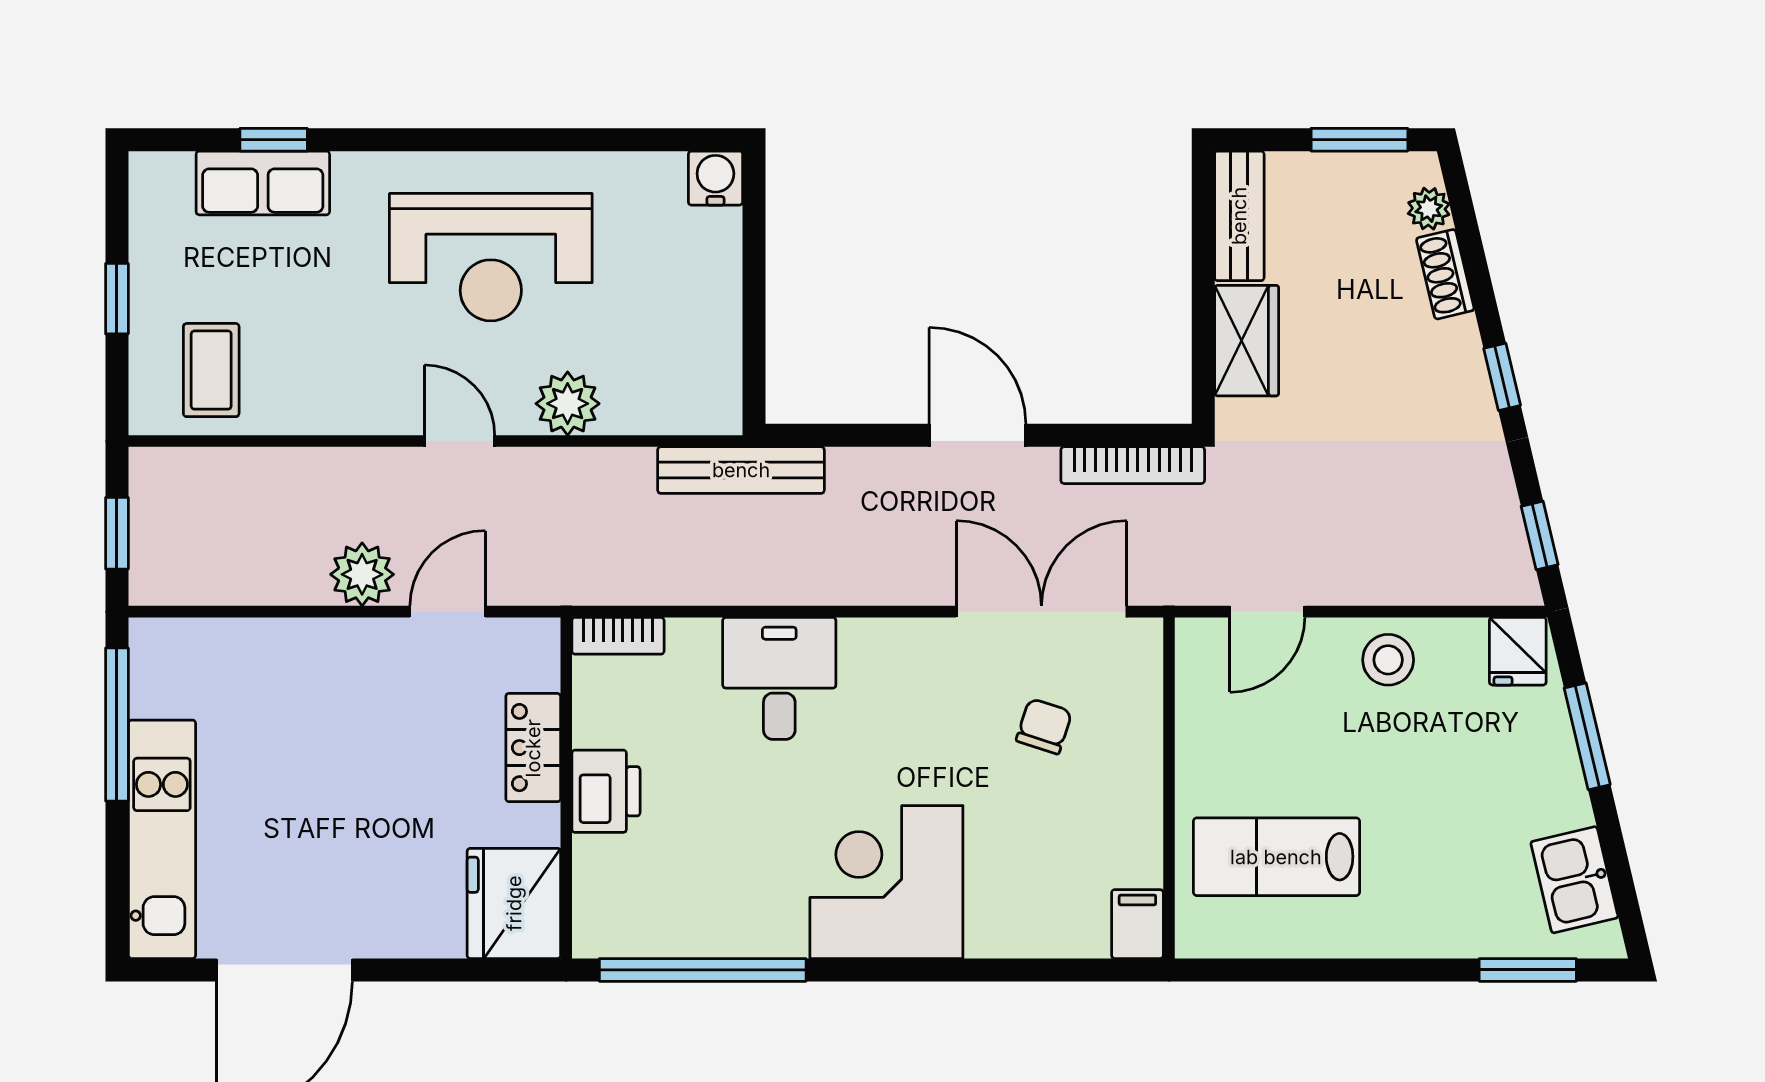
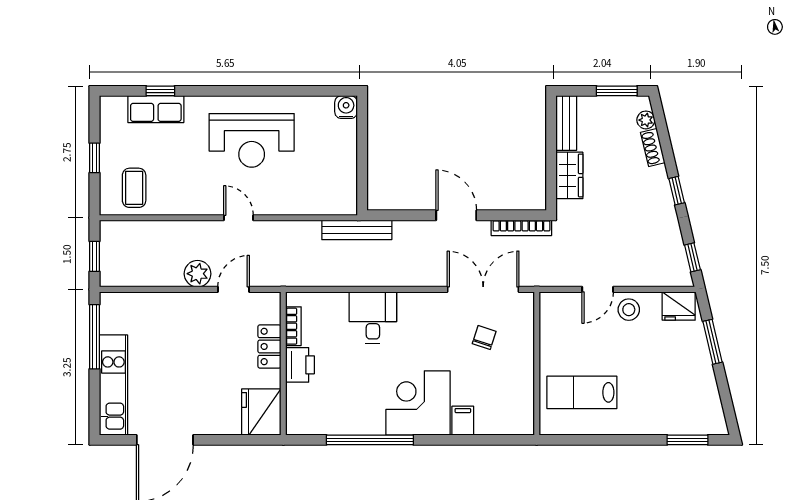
plant: (568, 404) -> (284, 202), removed
door: (1267, 612) -> (598, 289), moved
bookcase: (618, 636) -> (293, 326), moved, turned -90
fridge: (1518, 651) -> (679, 306), width x1.38
kitchen sink: (1574, 880) -> (707, 402), removed
filing cabinet: (1137, 924) -> (463, 421), moved
window: (703, 970) -> (370, 440), moved

